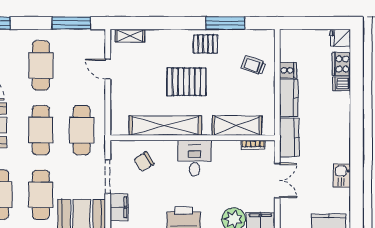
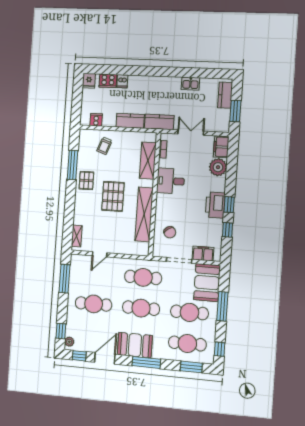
cooker: (288, 70) -> (96, 120), moved
desk: (195, 158) -> (171, 181), moved

